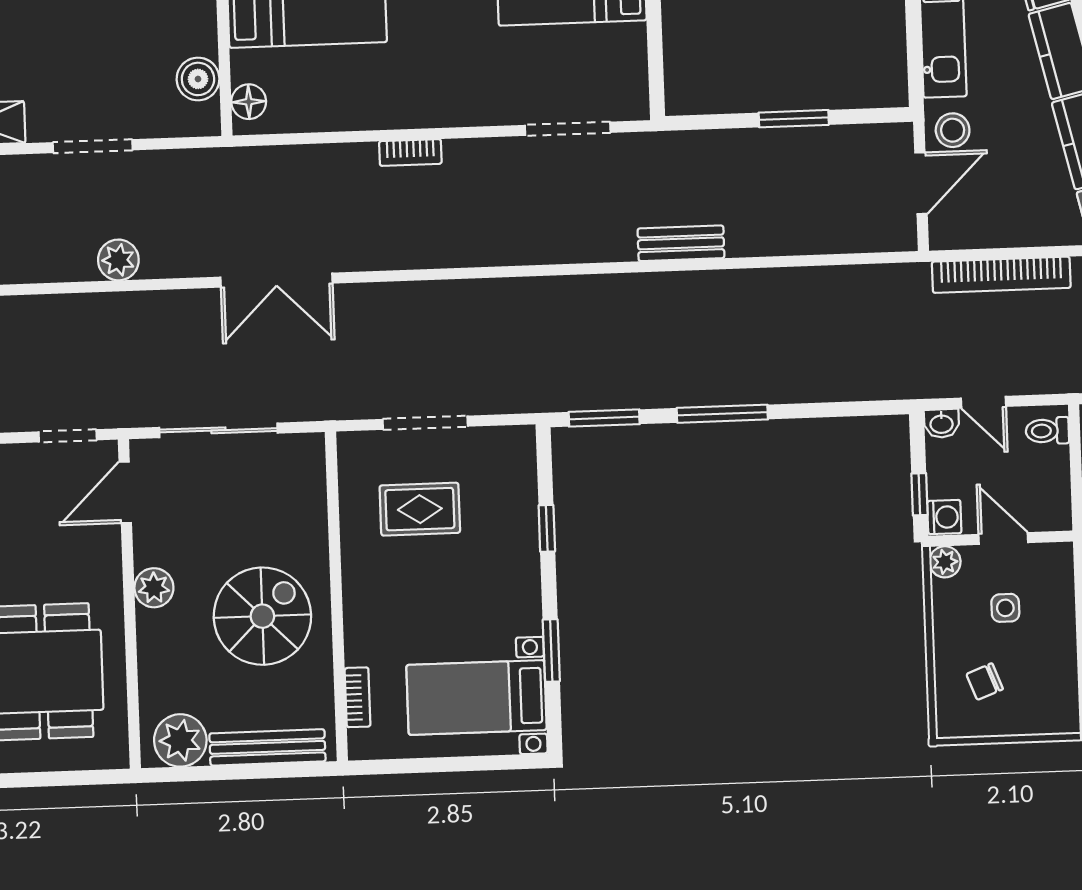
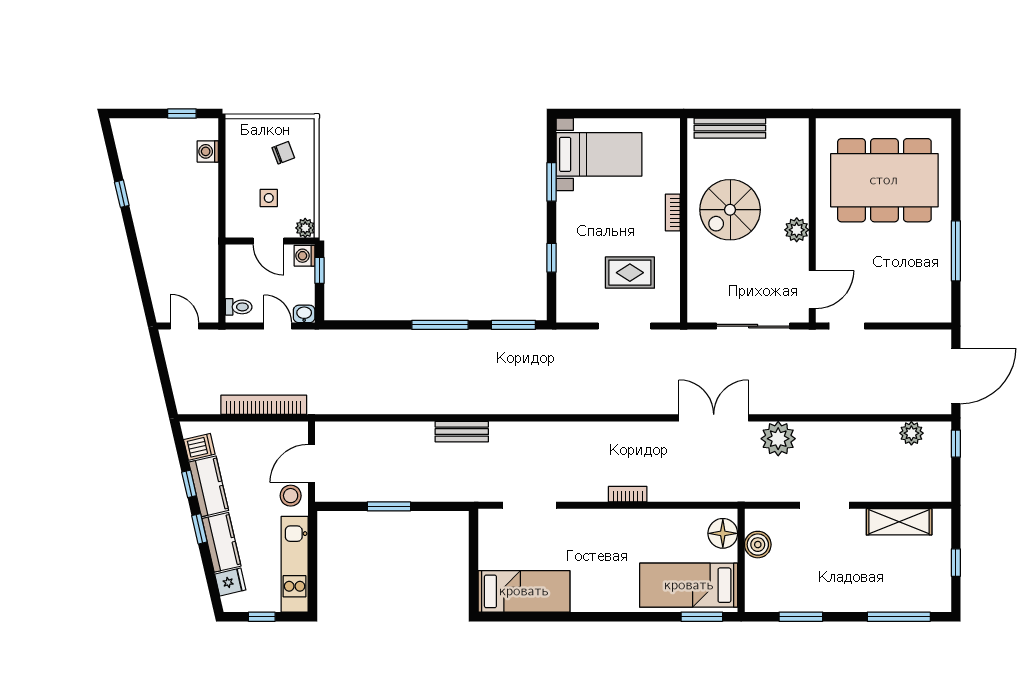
floor lamp: (249, 102) -> (723, 533), width x1.38, depth x1.38
plant: (118, 260) -> (778, 439), moved, width x1.36, depth x1.36
bookcase: (358, 697) -> (673, 213), moved
plant: (180, 740) -> (784, 134), removed

